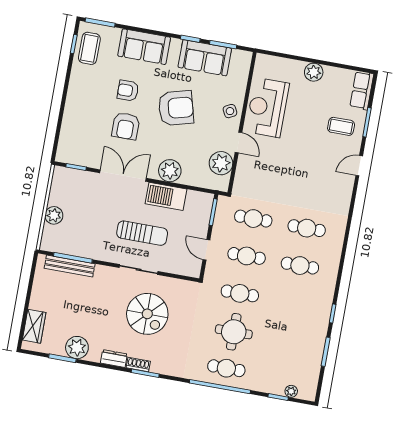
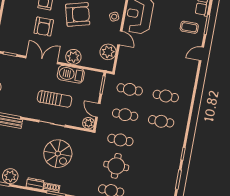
plant: (192, 269) -> (88, 123), added

